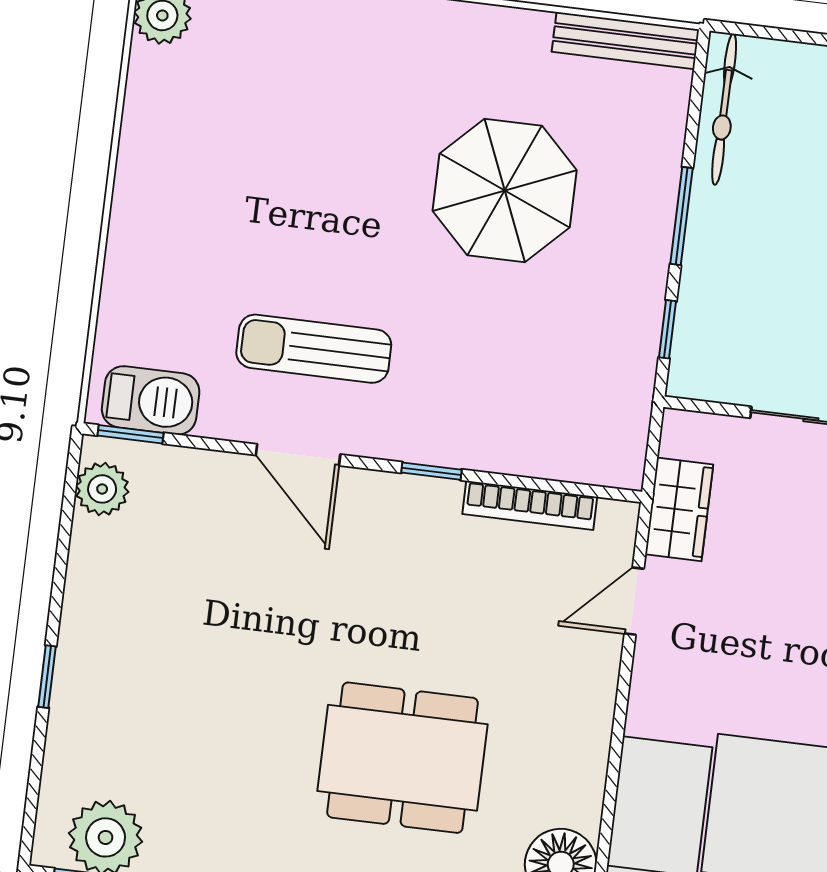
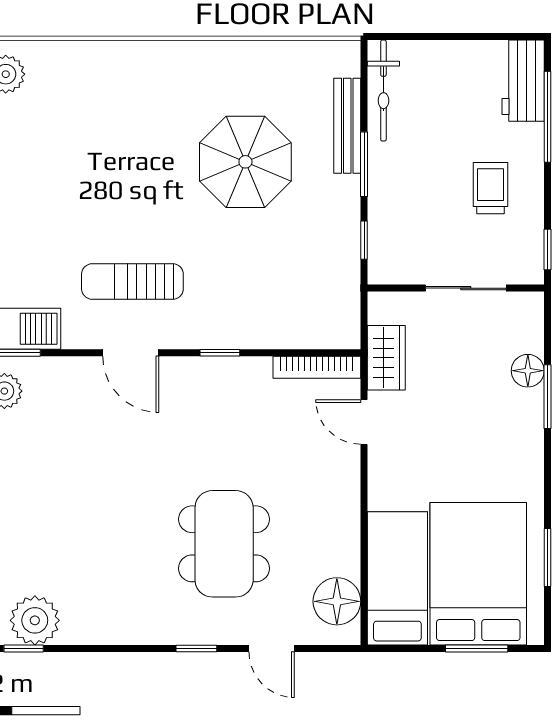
bench: (625, 41) -> (347, 126), moved, turned 90
bookcase: (530, 505) -> (317, 367), moved
door: (634, 601) -> (364, 422), hinge flipped
dining table: (403, 758) -> (224, 544), turned 90

